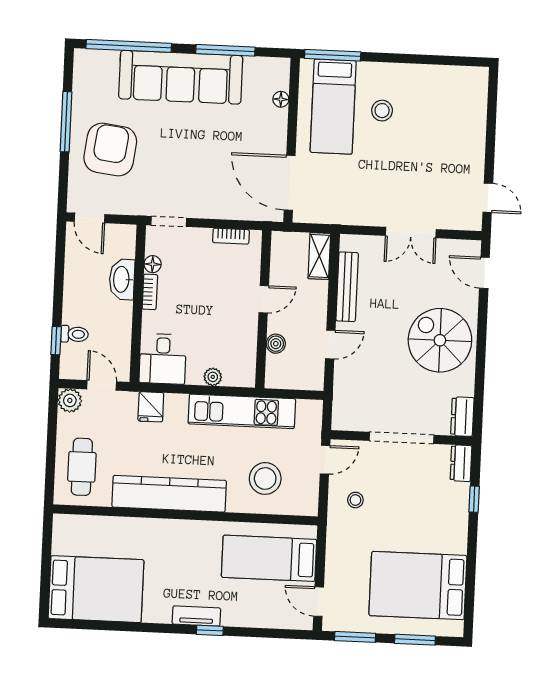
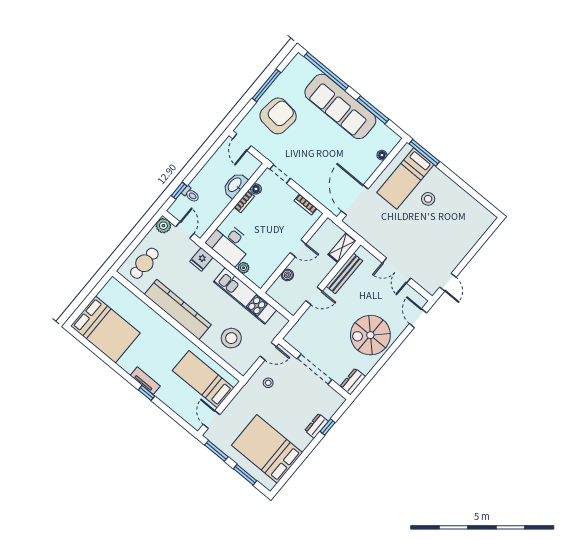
spiral stairs: (440, 340) -> (370, 335), turned -90
desk: (163, 359) -> (229, 243), width x1.37
dresser: (461, 463) -> (317, 426), moved

